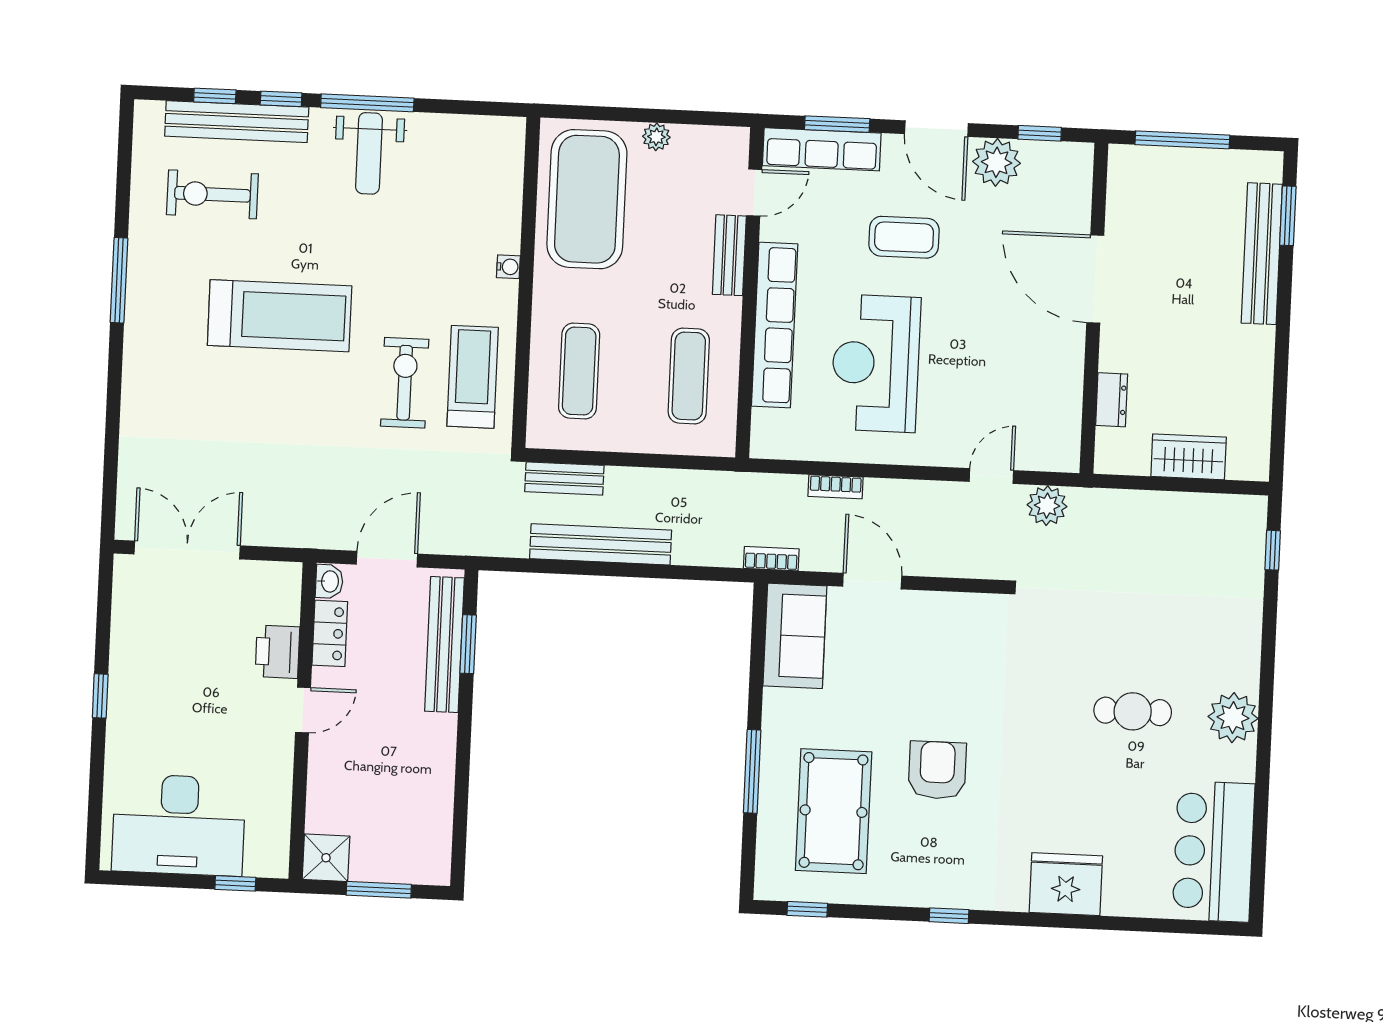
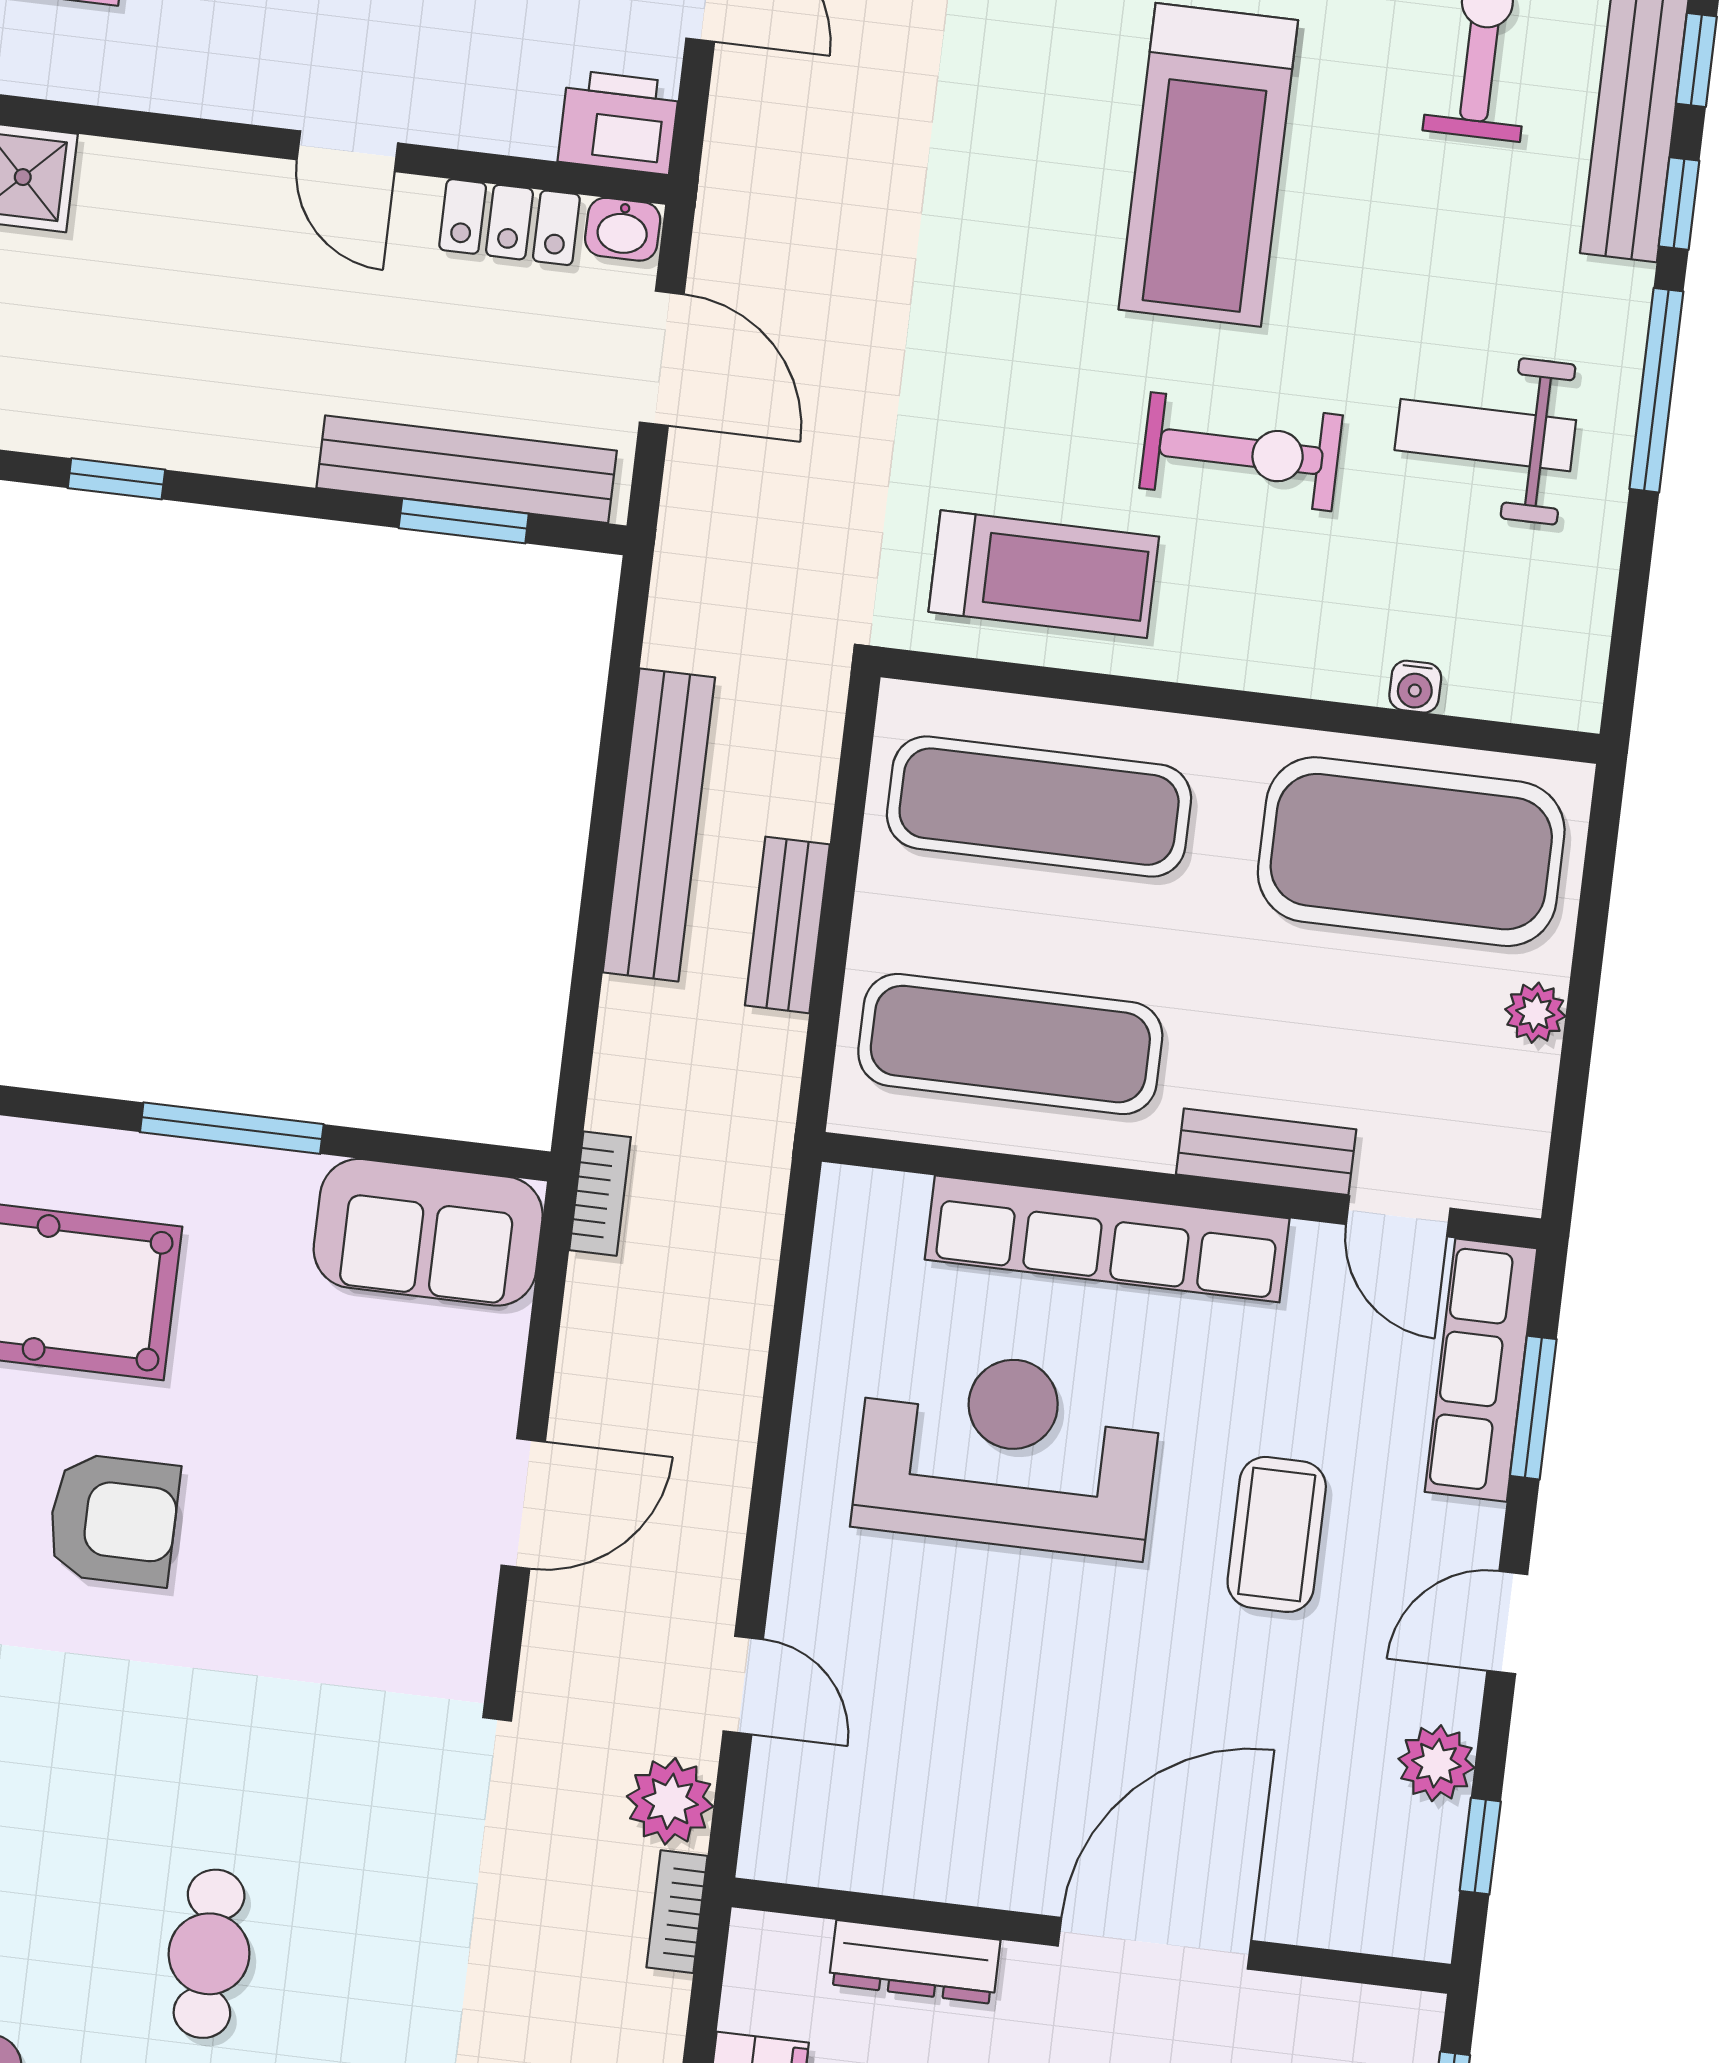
door: (936, 129) -> (1507, 1623), width x0.73
weight bench: (369, 153) -> (1485, 435), moved
plant: (997, 162) -> (1436, 1763), width x0.73, depth x0.73
water cooler: (508, 267) -> (1415, 687), moved
exercise mat: (579, 371) -> (1039, 807), width x1.36, depth x1.45
exercise mat: (689, 376) -> (1010, 1044), width x1.36, depth x1.45
exercise bike: (405, 383) -> (1241, 452), moved
dresser: (1112, 400) -> (915, 1962), width x1.44
bench: (564, 479) -> (787, 925), moved
bookcase: (836, 487) -> (677, 1912), moved
door: (872, 581) -> (523, 1504), moved
printer: (277, 652) -> (619, 122), moved
window: (752, 771) -> (232, 1128), moved
window: (461, 804) -> (116, 479), added

